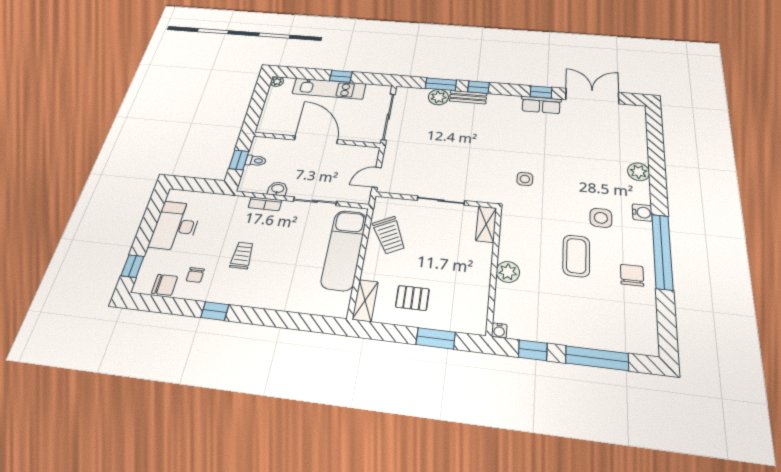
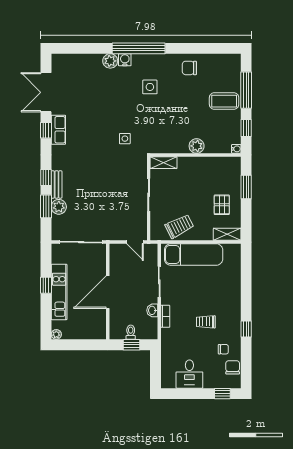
water cooler: (642, 213) -> (125, 60), moved
desk: (176, 226) -> (189, 374), width x0.73
window: (662, 252) -> (139, 48), moved
coffee table: (576, 256) -> (224, 101), moved

